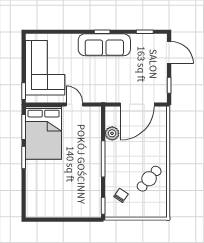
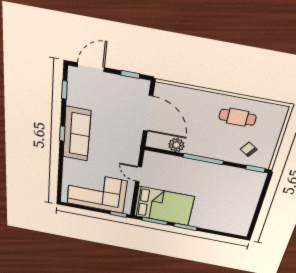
door: (74, 104) -> (139, 174), hinge flipped
cafe table: (149, 179) -> (238, 117), turned -42

